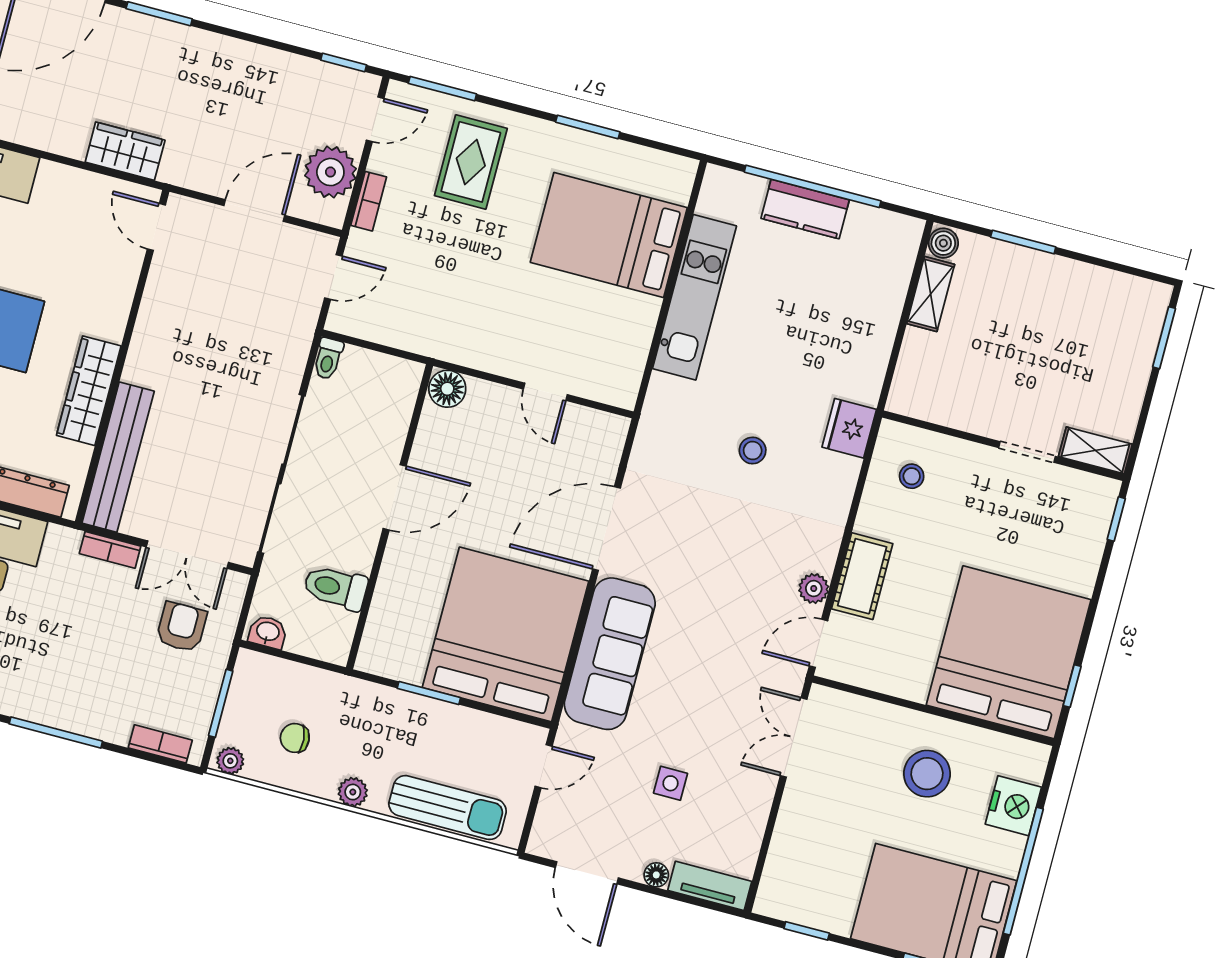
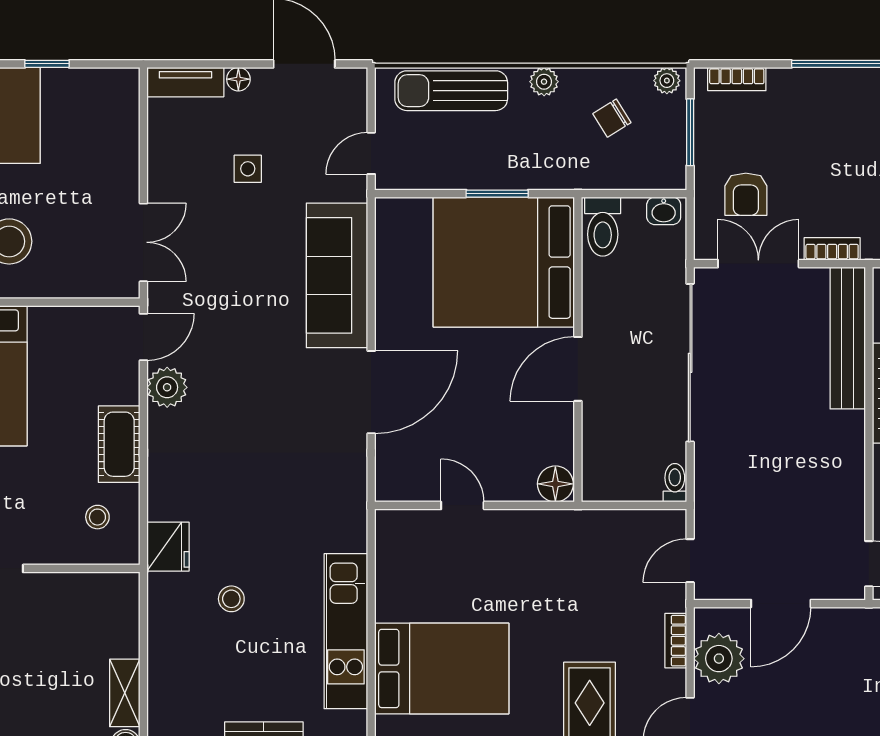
stool: (753, 450) -> (231, 599), moved
cot: (862, 576) -> (119, 444), moved
toilet: (335, 588) -> (603, 227), moved, turned 90
plant: (814, 588) -> (167, 387), width x1.38, depth x1.38
bed: (505, 634) -> (504, 262), moved, turned 90
chair: (295, 738) -> (612, 118), turned 153
window: (807, 931) -> (47, 64), moved

